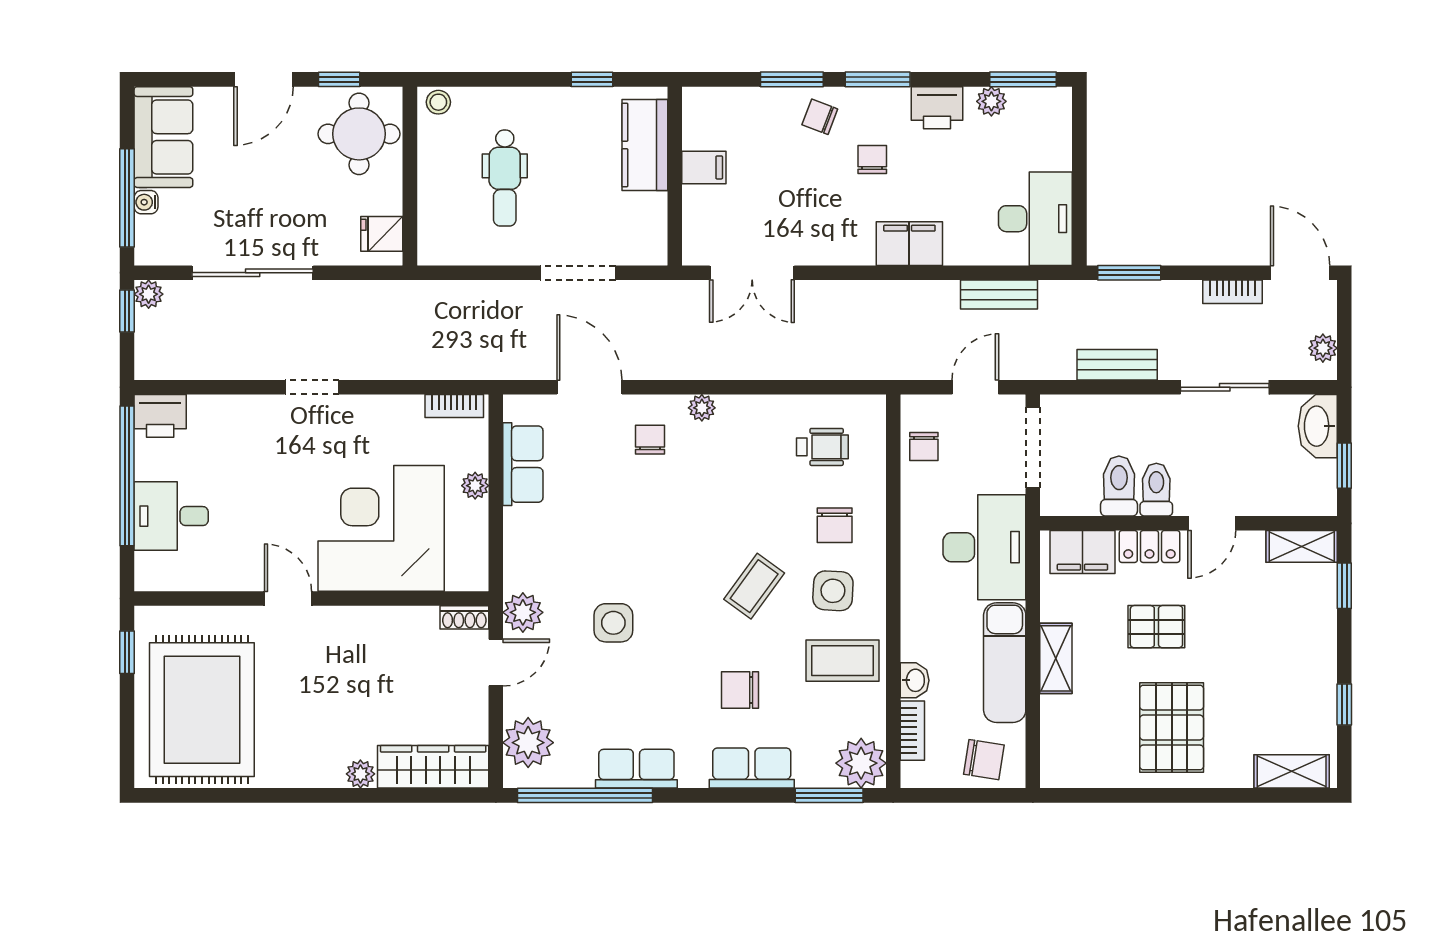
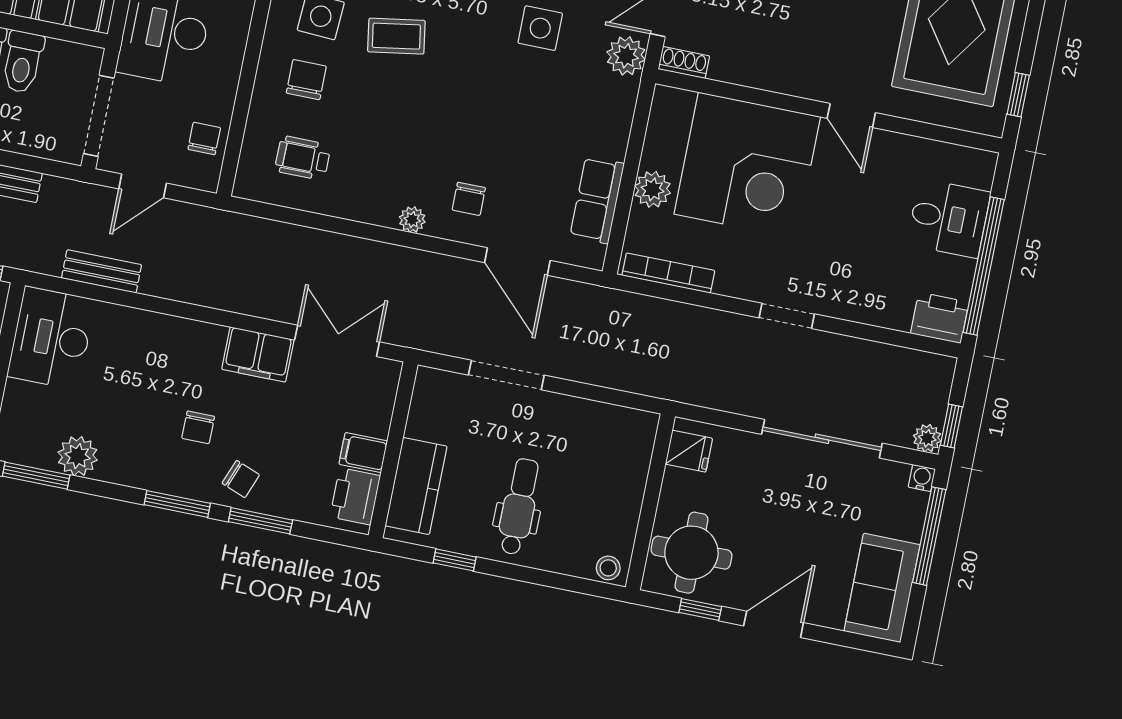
plant: (991, 101) -> (78, 456), width x1.38, depth x1.38
printer: (937, 108) -> (355, 496), moved, turned -90
dental chair: (505, 178) -> (519, 507), moved
water cooler: (146, 202) -> (922, 478), moved, turned -90
filing cabinet: (909, 244) -> (258, 354), moved
bookcase: (454, 406) -> (668, 273), width x1.56
plant: (475, 486) -> (653, 189), width x1.38, depth x1.38
coffee table: (754, 586) -> (396, 36), turned 45

